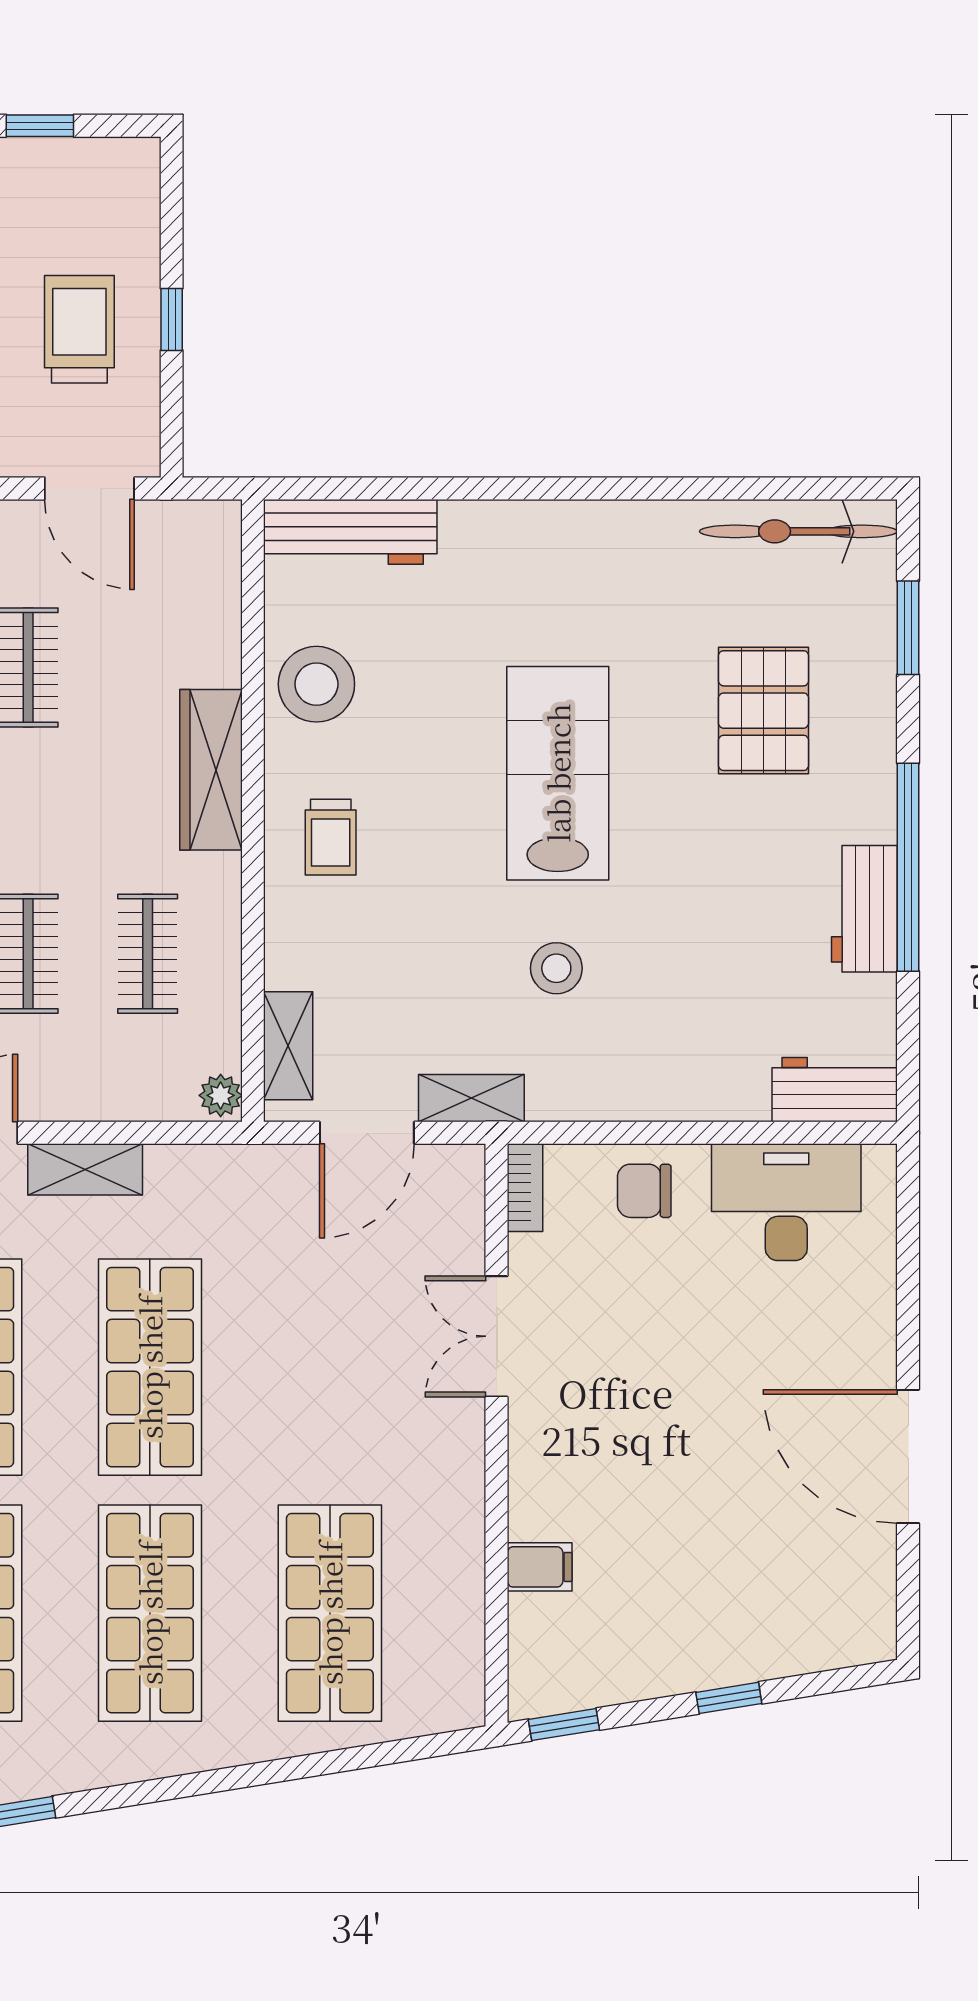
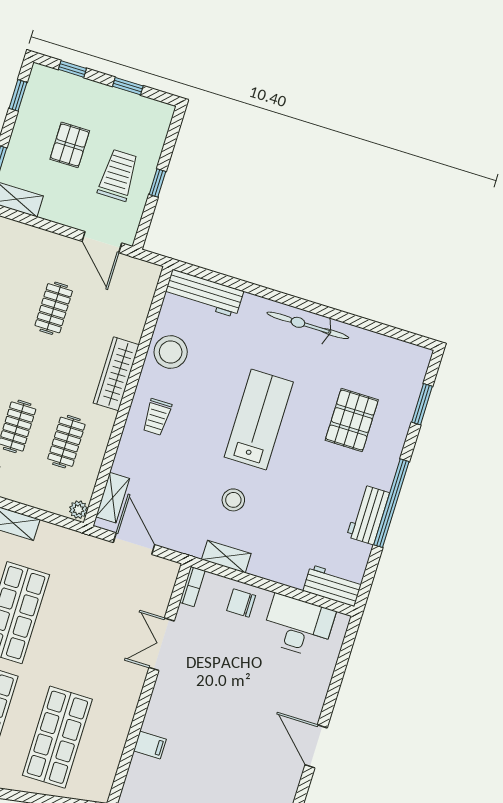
bicycle: (798, 531) -> (308, 325), moved
shelving: (471, 1098) -> (226, 557), moved
door: (367, 1133) -> (134, 544), swing flipped
door: (908, 1456) -> (316, 746), width x0.73

